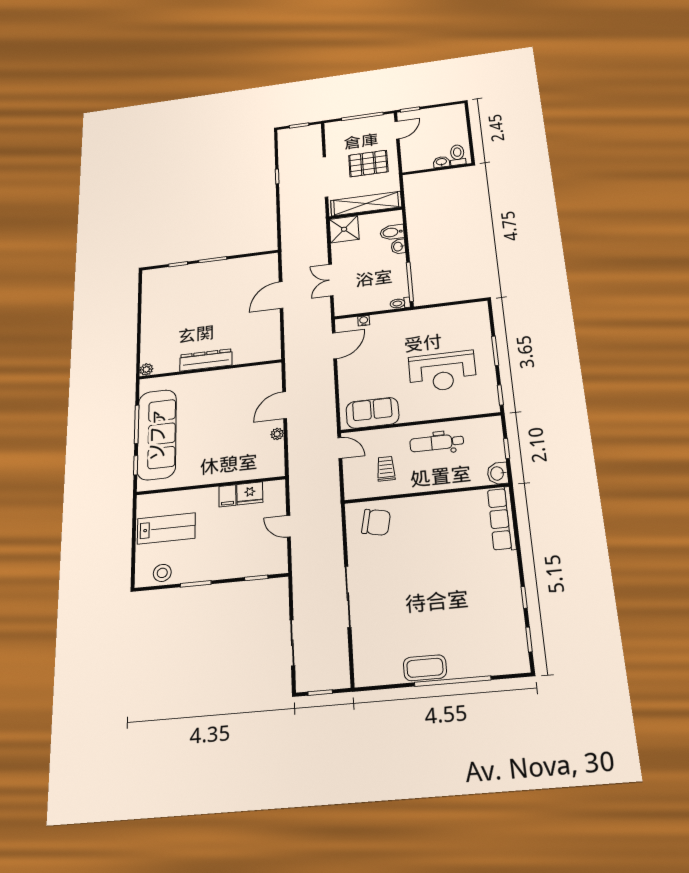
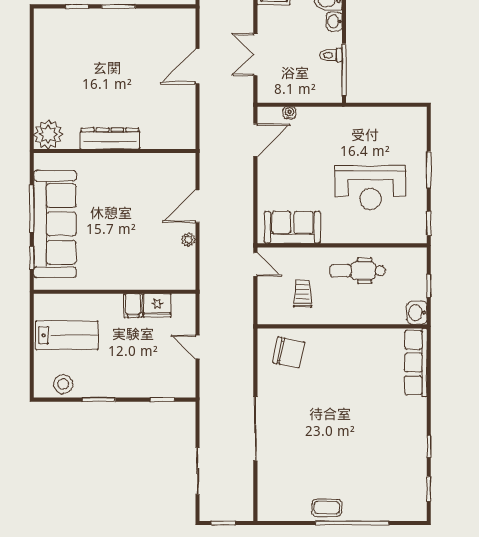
toilet: (400, 303) -> (331, 55), moved
plant: (146, 369) -> (48, 135), width x1.87, depth x1.87
coffee table: (425, 668) -> (327, 508), width x0.73, depth x0.77

